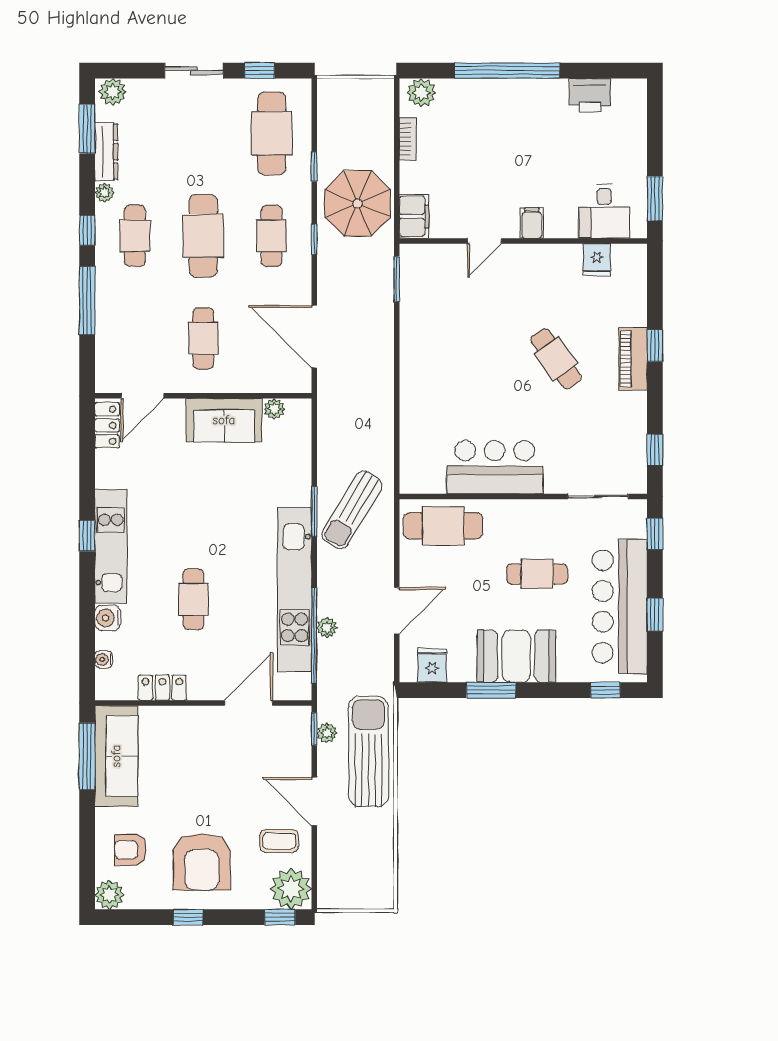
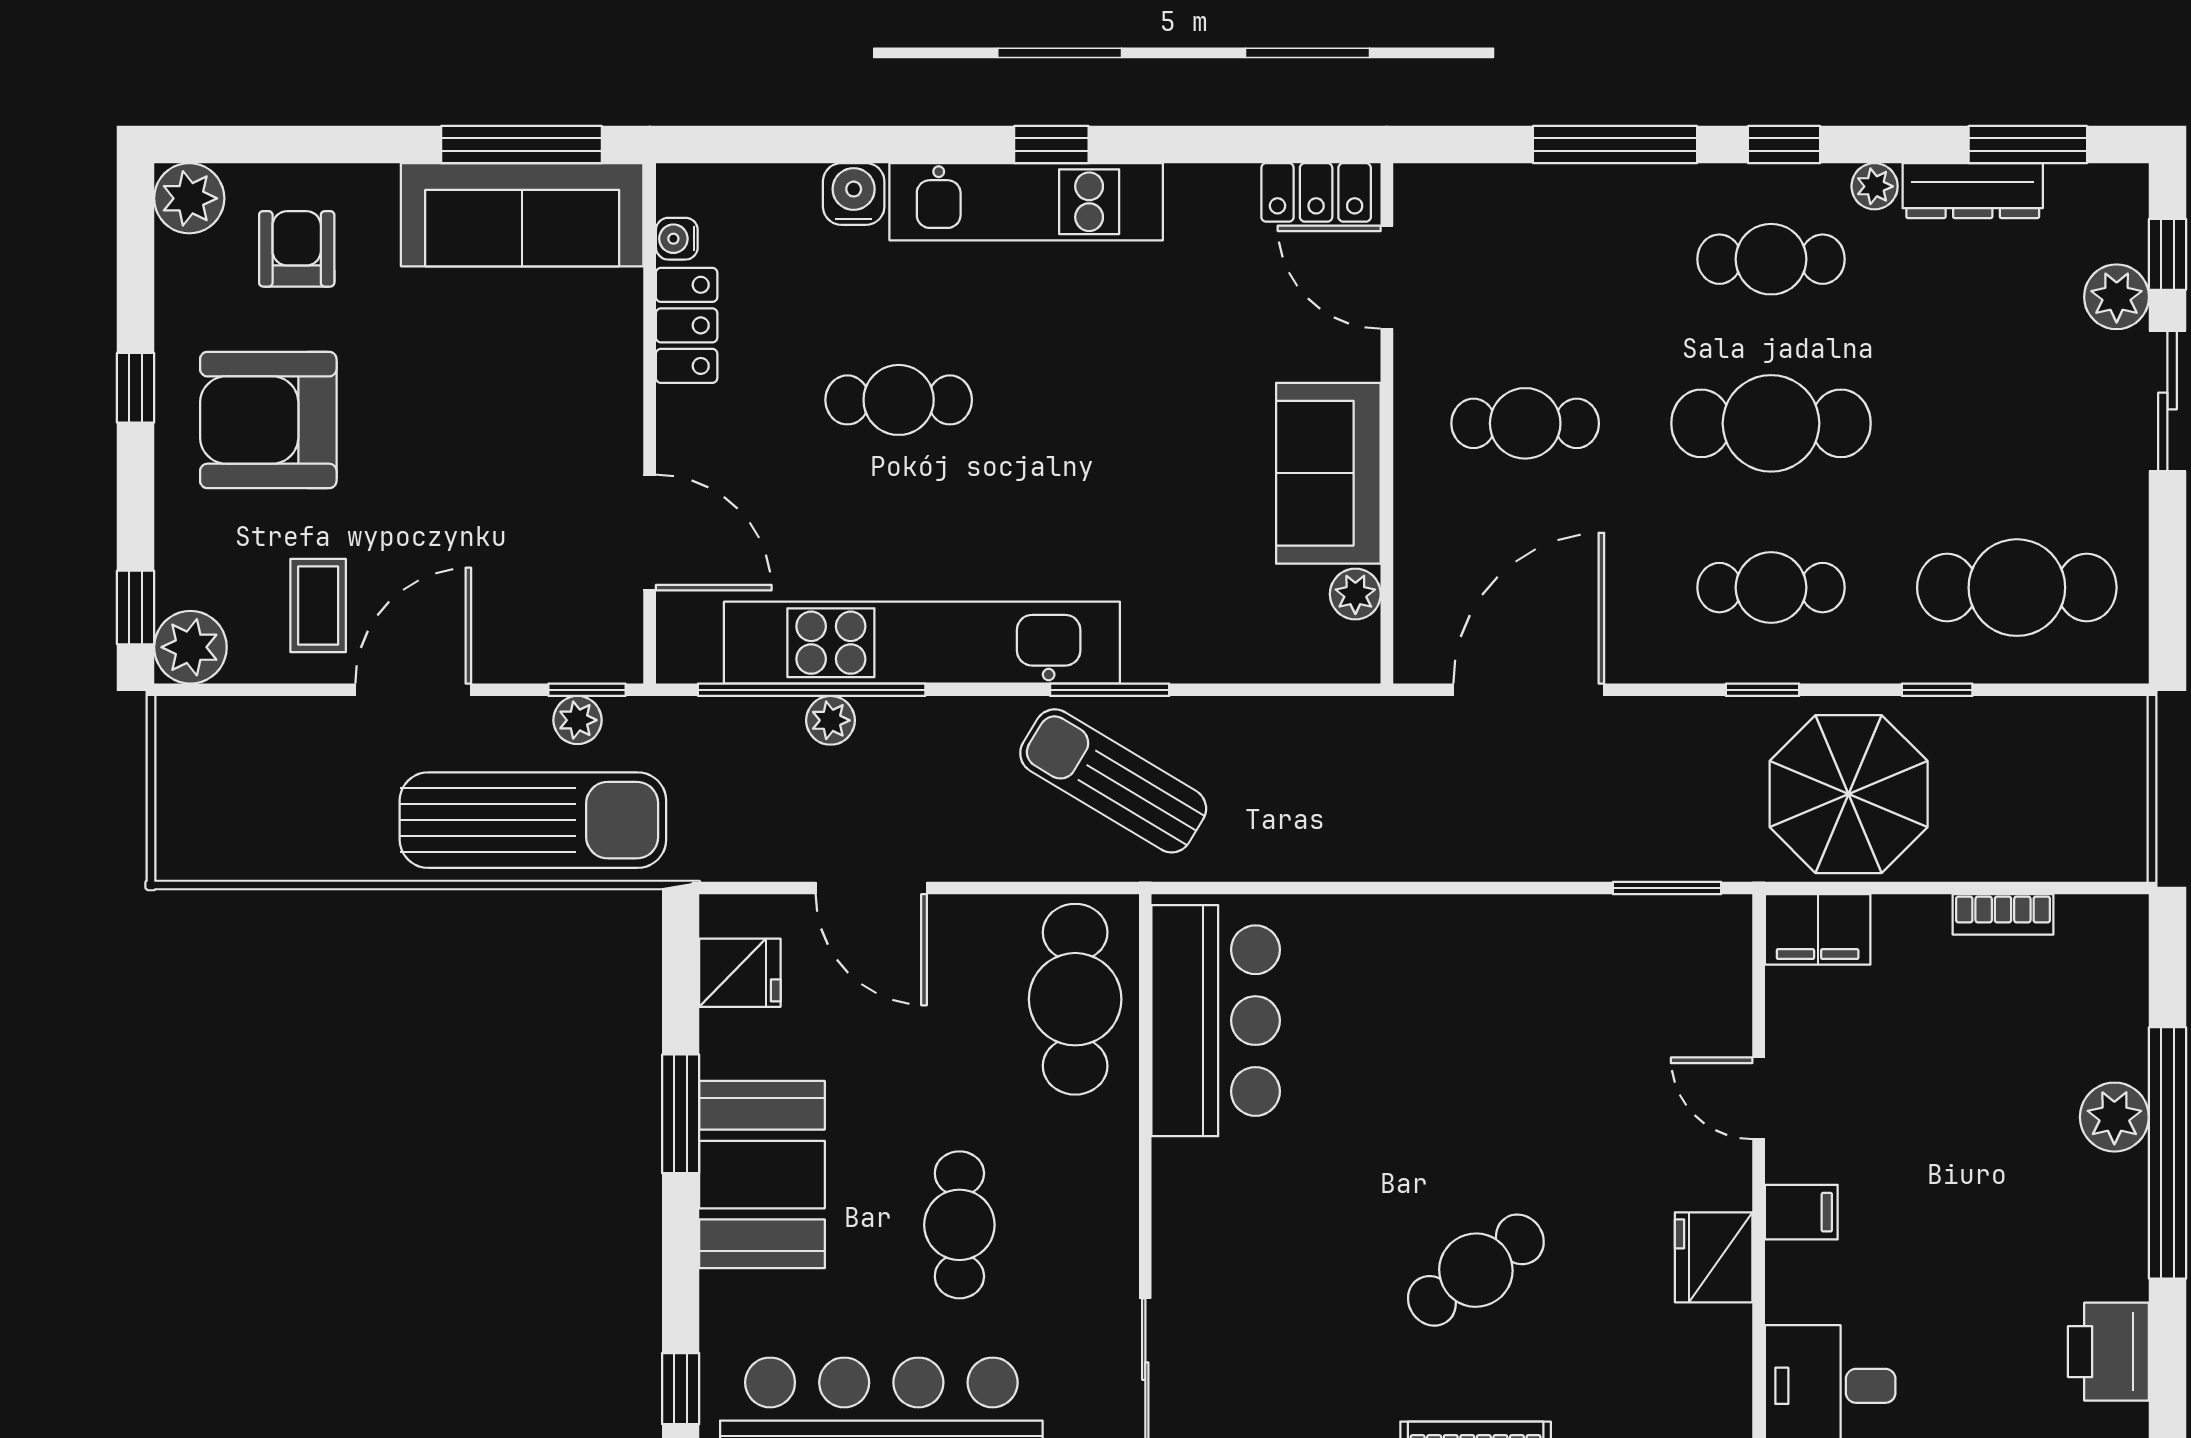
window: (260, 71) -> (2167, 254), moved
plant: (113, 92) -> (2117, 297), moved
plant: (421, 93) -> (2114, 1117), moved
fridge: (597, 260) -> (1714, 1257), moved, width x1.38
bar counter: (495, 467) -> (1216, 1021), moved
water cooler: (104, 659) -> (677, 239), moved, turned -90
plant: (291, 889) -> (190, 647), width x0.73, depth x0.73

